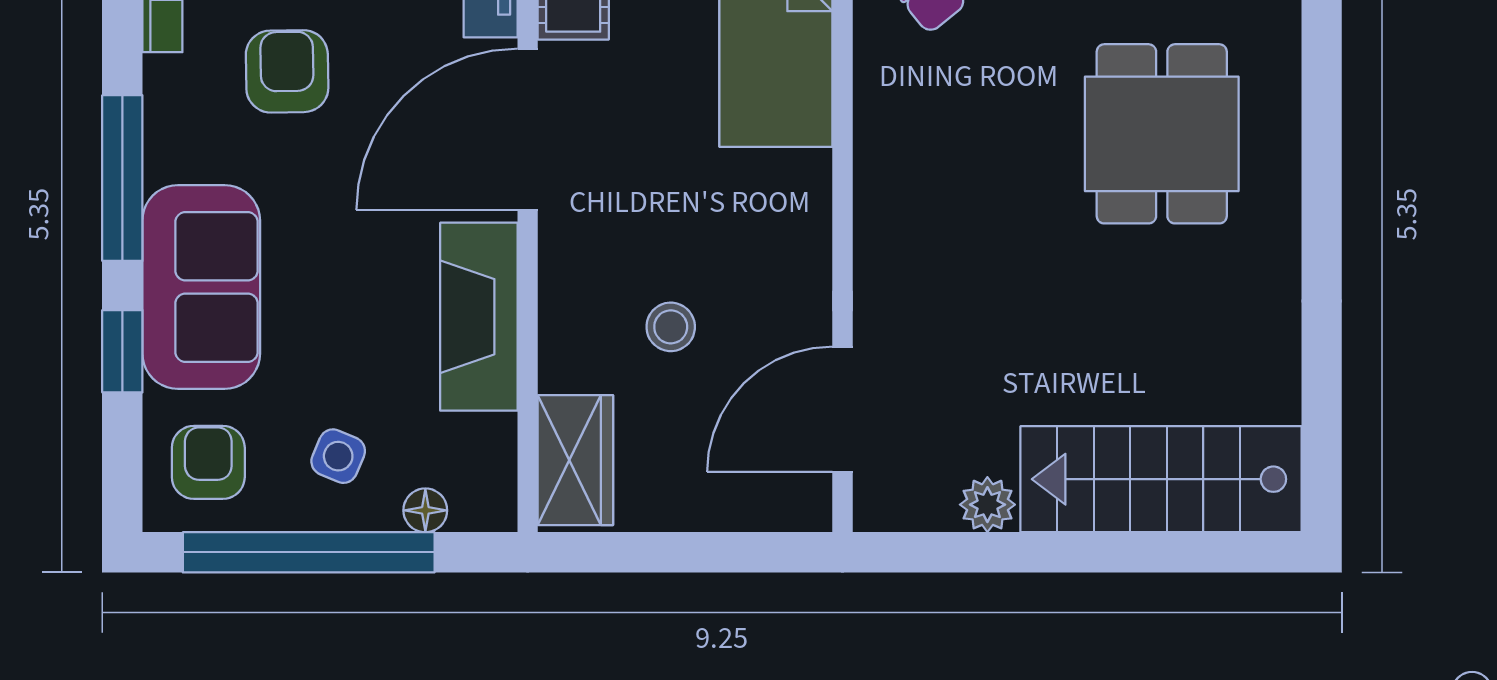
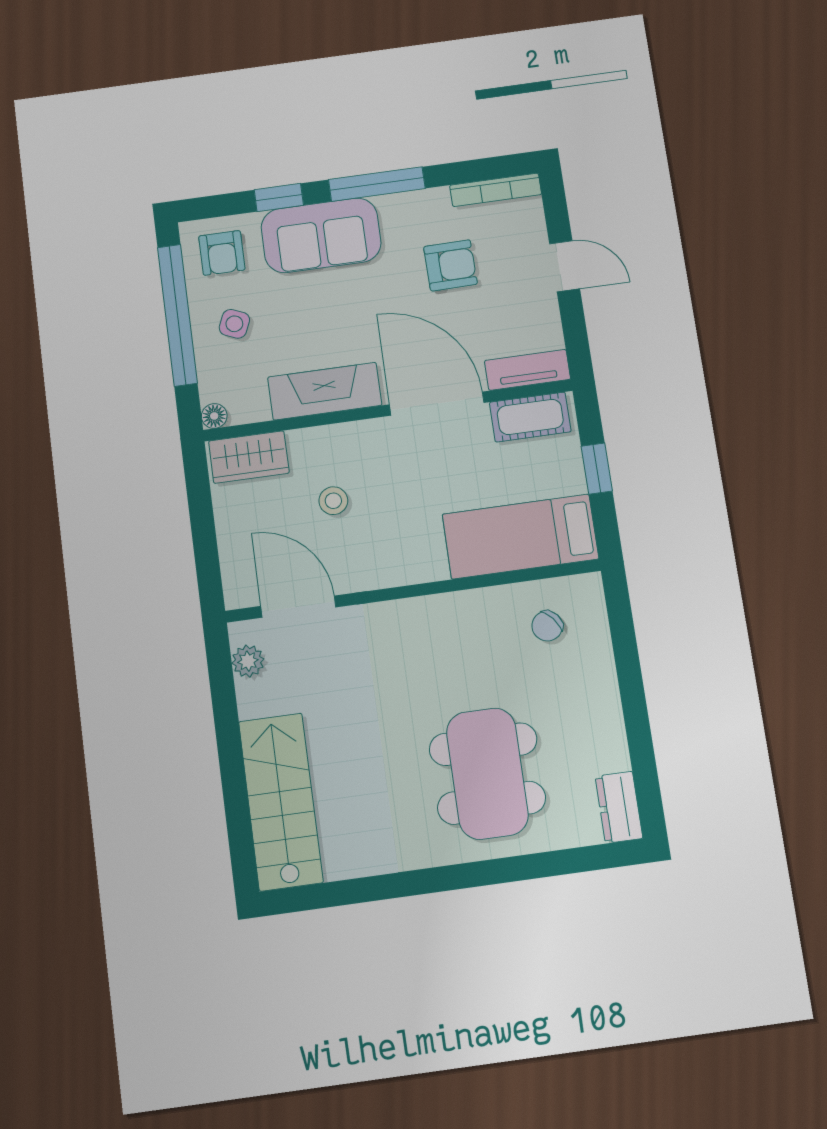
dining table: (1162, 134) -> (487, 773), width x1.38
armchair: (208, 462) -> (222, 253), turned 90
plant: (987, 505) -> (248, 661), moved
floor lamp: (425, 510) -> (214, 416), moved

